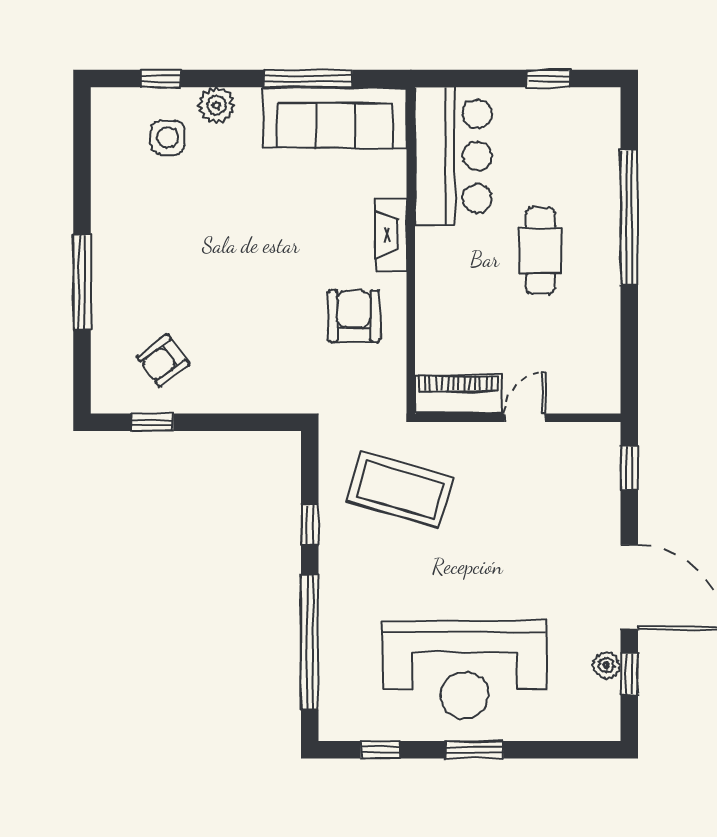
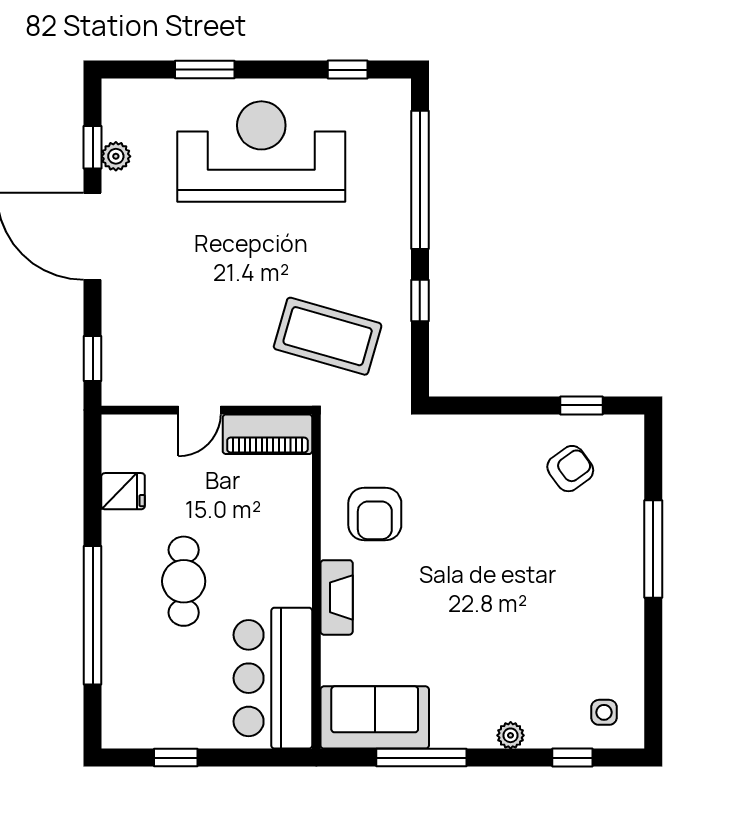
plant: (217, 105) -> (511, 735), width x0.73, depth x0.73
sofa: (335, 118) -> (375, 717), width x0.73
side table: (168, 137) -> (604, 712), moved, width x0.73, depth x0.73
fridge: (599, 339) -> (123, 491), added
window: (474, 750) -> (205, 70), moved

